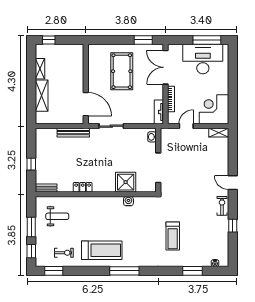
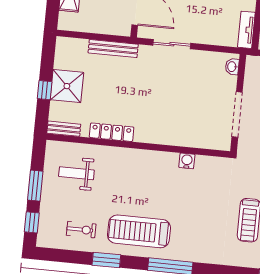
shower: (126, 182) -> (67, 86), moved
locker: (83, 187) -> (112, 132), width x1.53
weight bench: (57, 216) -> (76, 173), turned 180
treadmill: (102, 250) -> (139, 231), turned 180
window: (54, 271) -> (106, 260), moved

